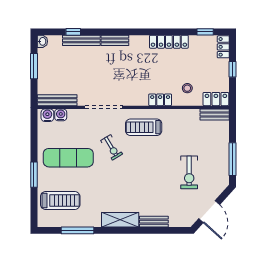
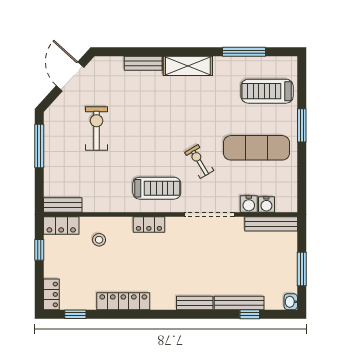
window: (233, 69) -> (39, 250), moved
locker: (160, 100) -> (149, 224), moved
water cooler: (47, 115) -> (249, 204), moved

